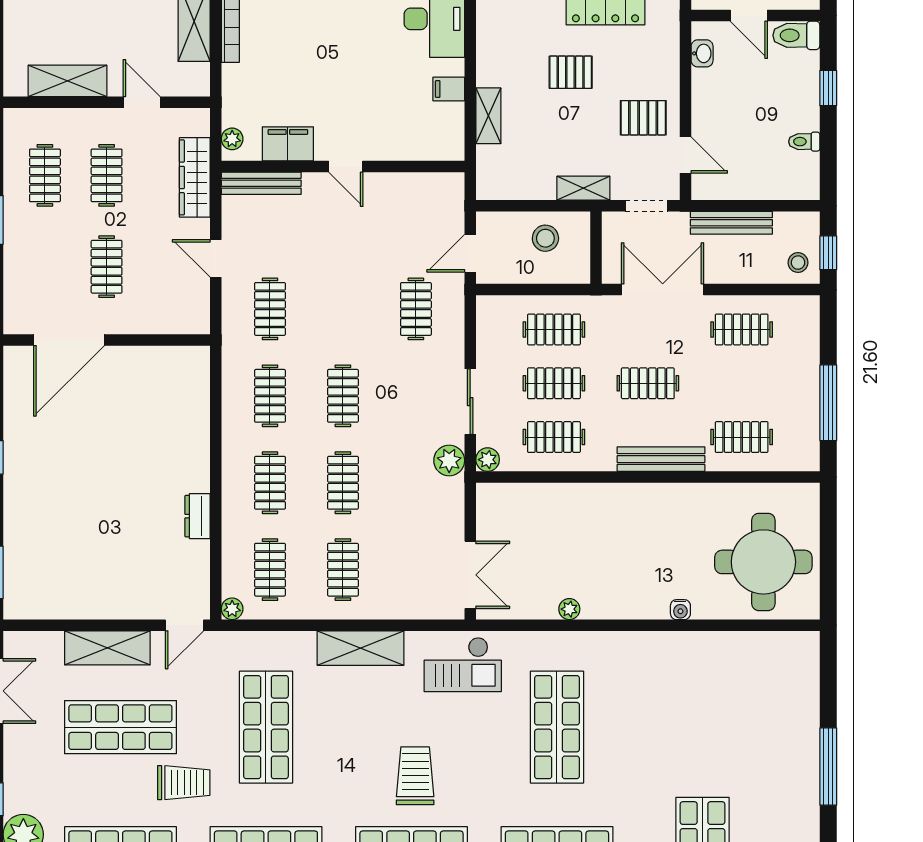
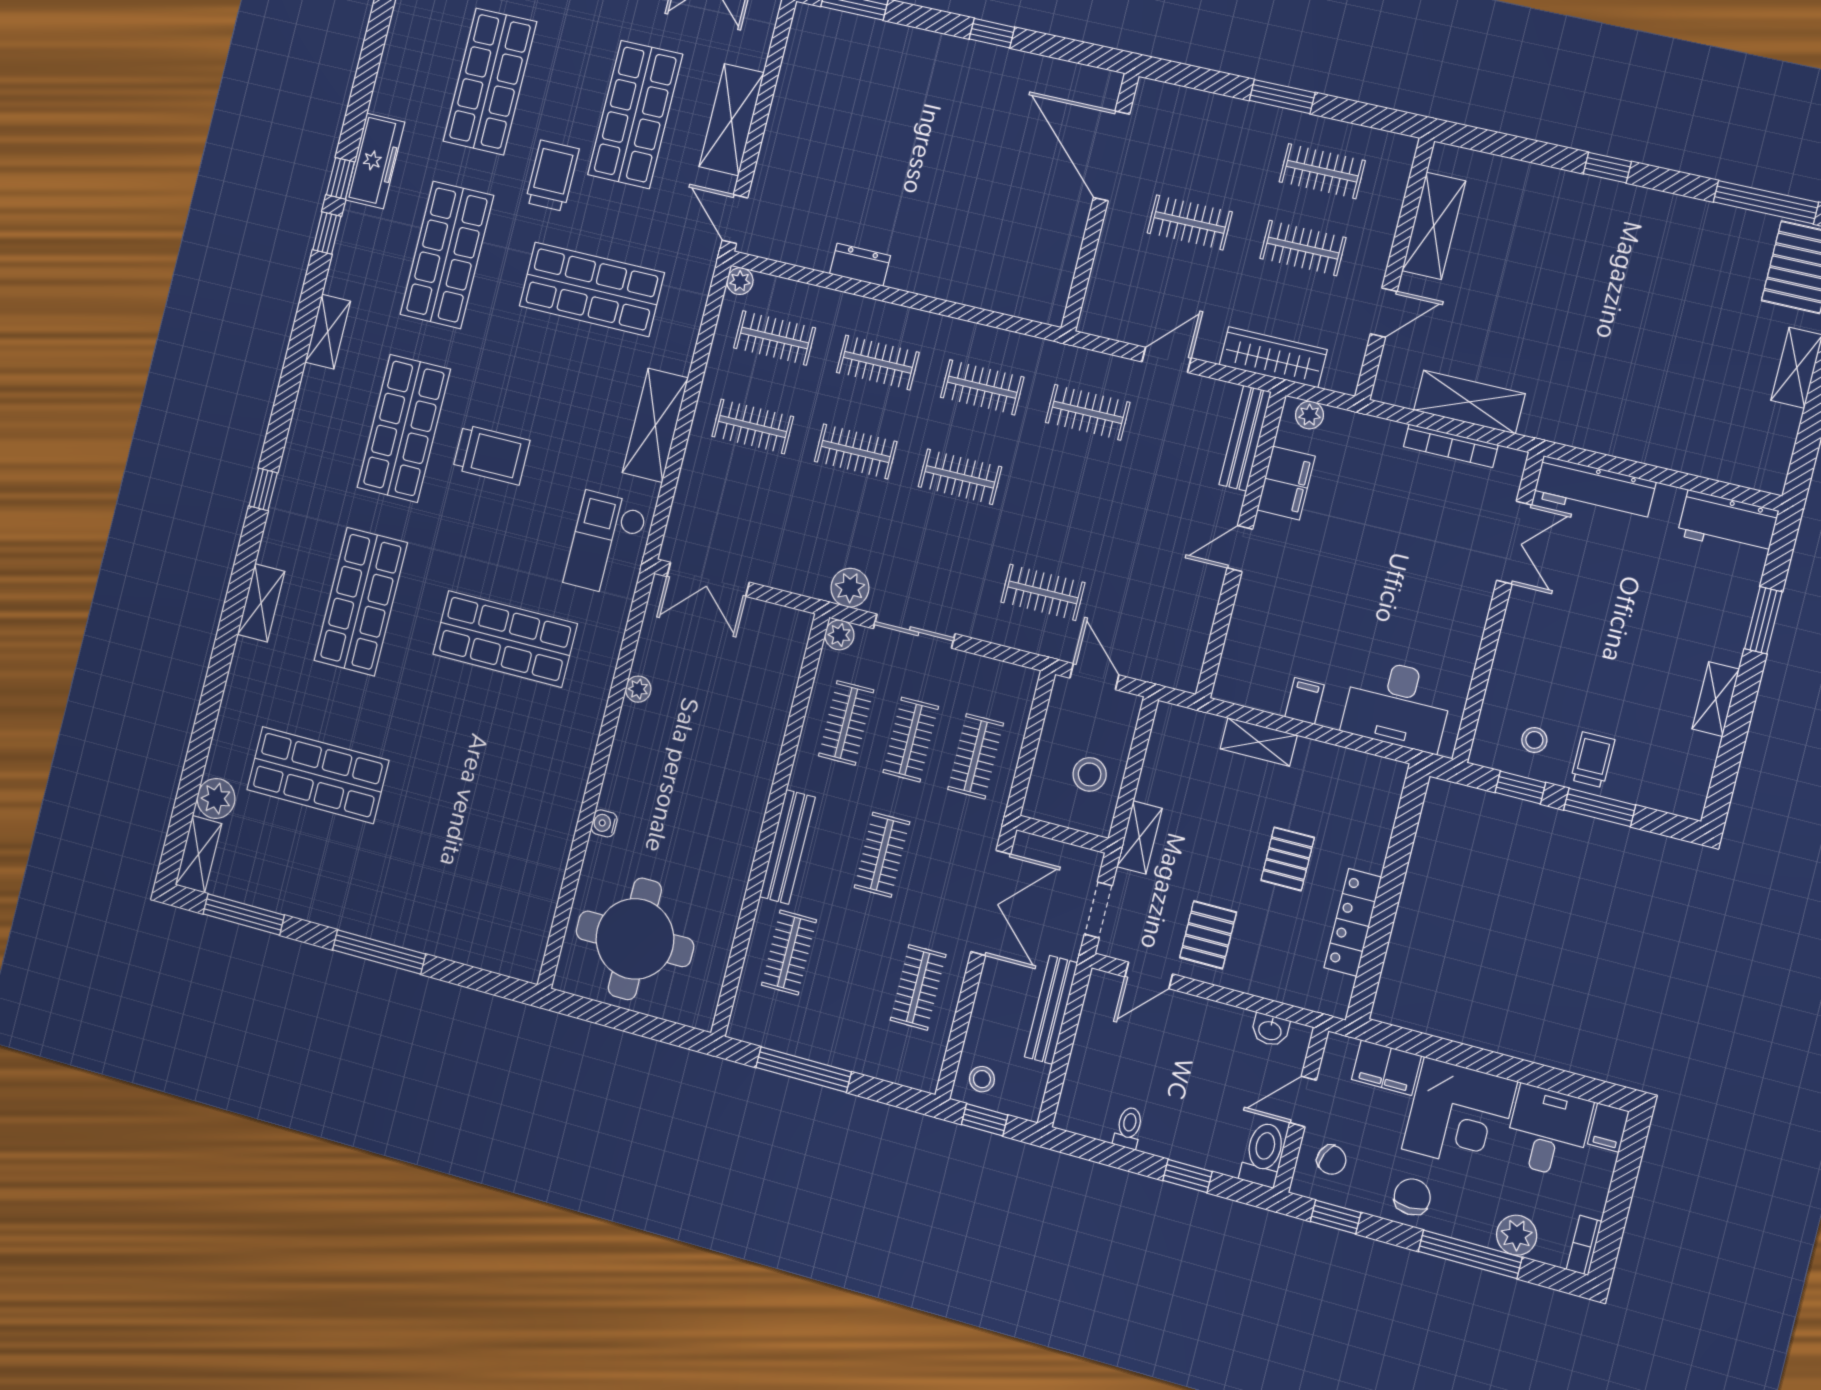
trolley: (184, 783) -> (552, 176), turned 180

